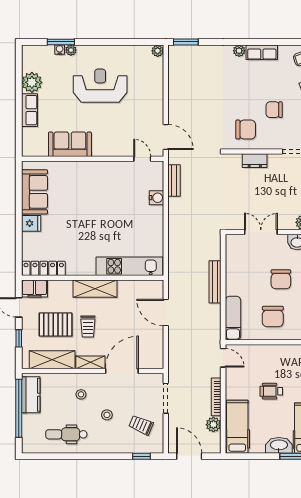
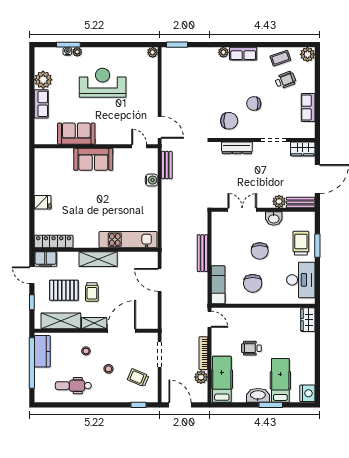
dresser: (255, 161) -> (237, 148), width x1.44
sofa: (35, 192) -> (93, 159), moved, turned 90

